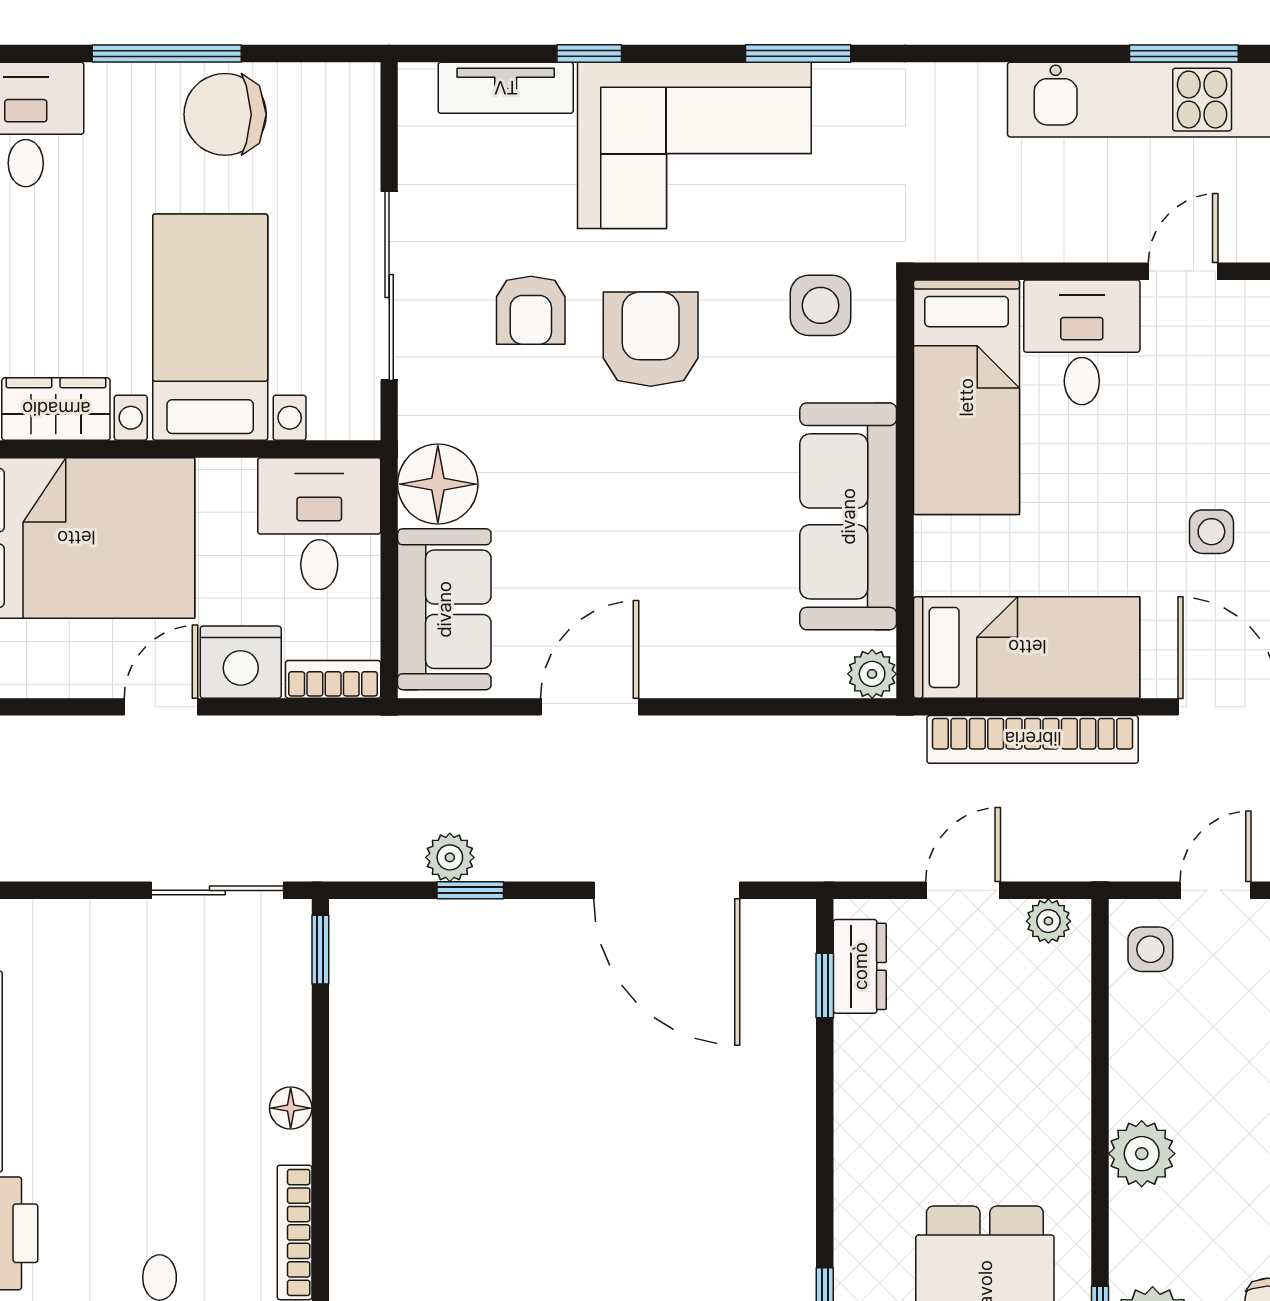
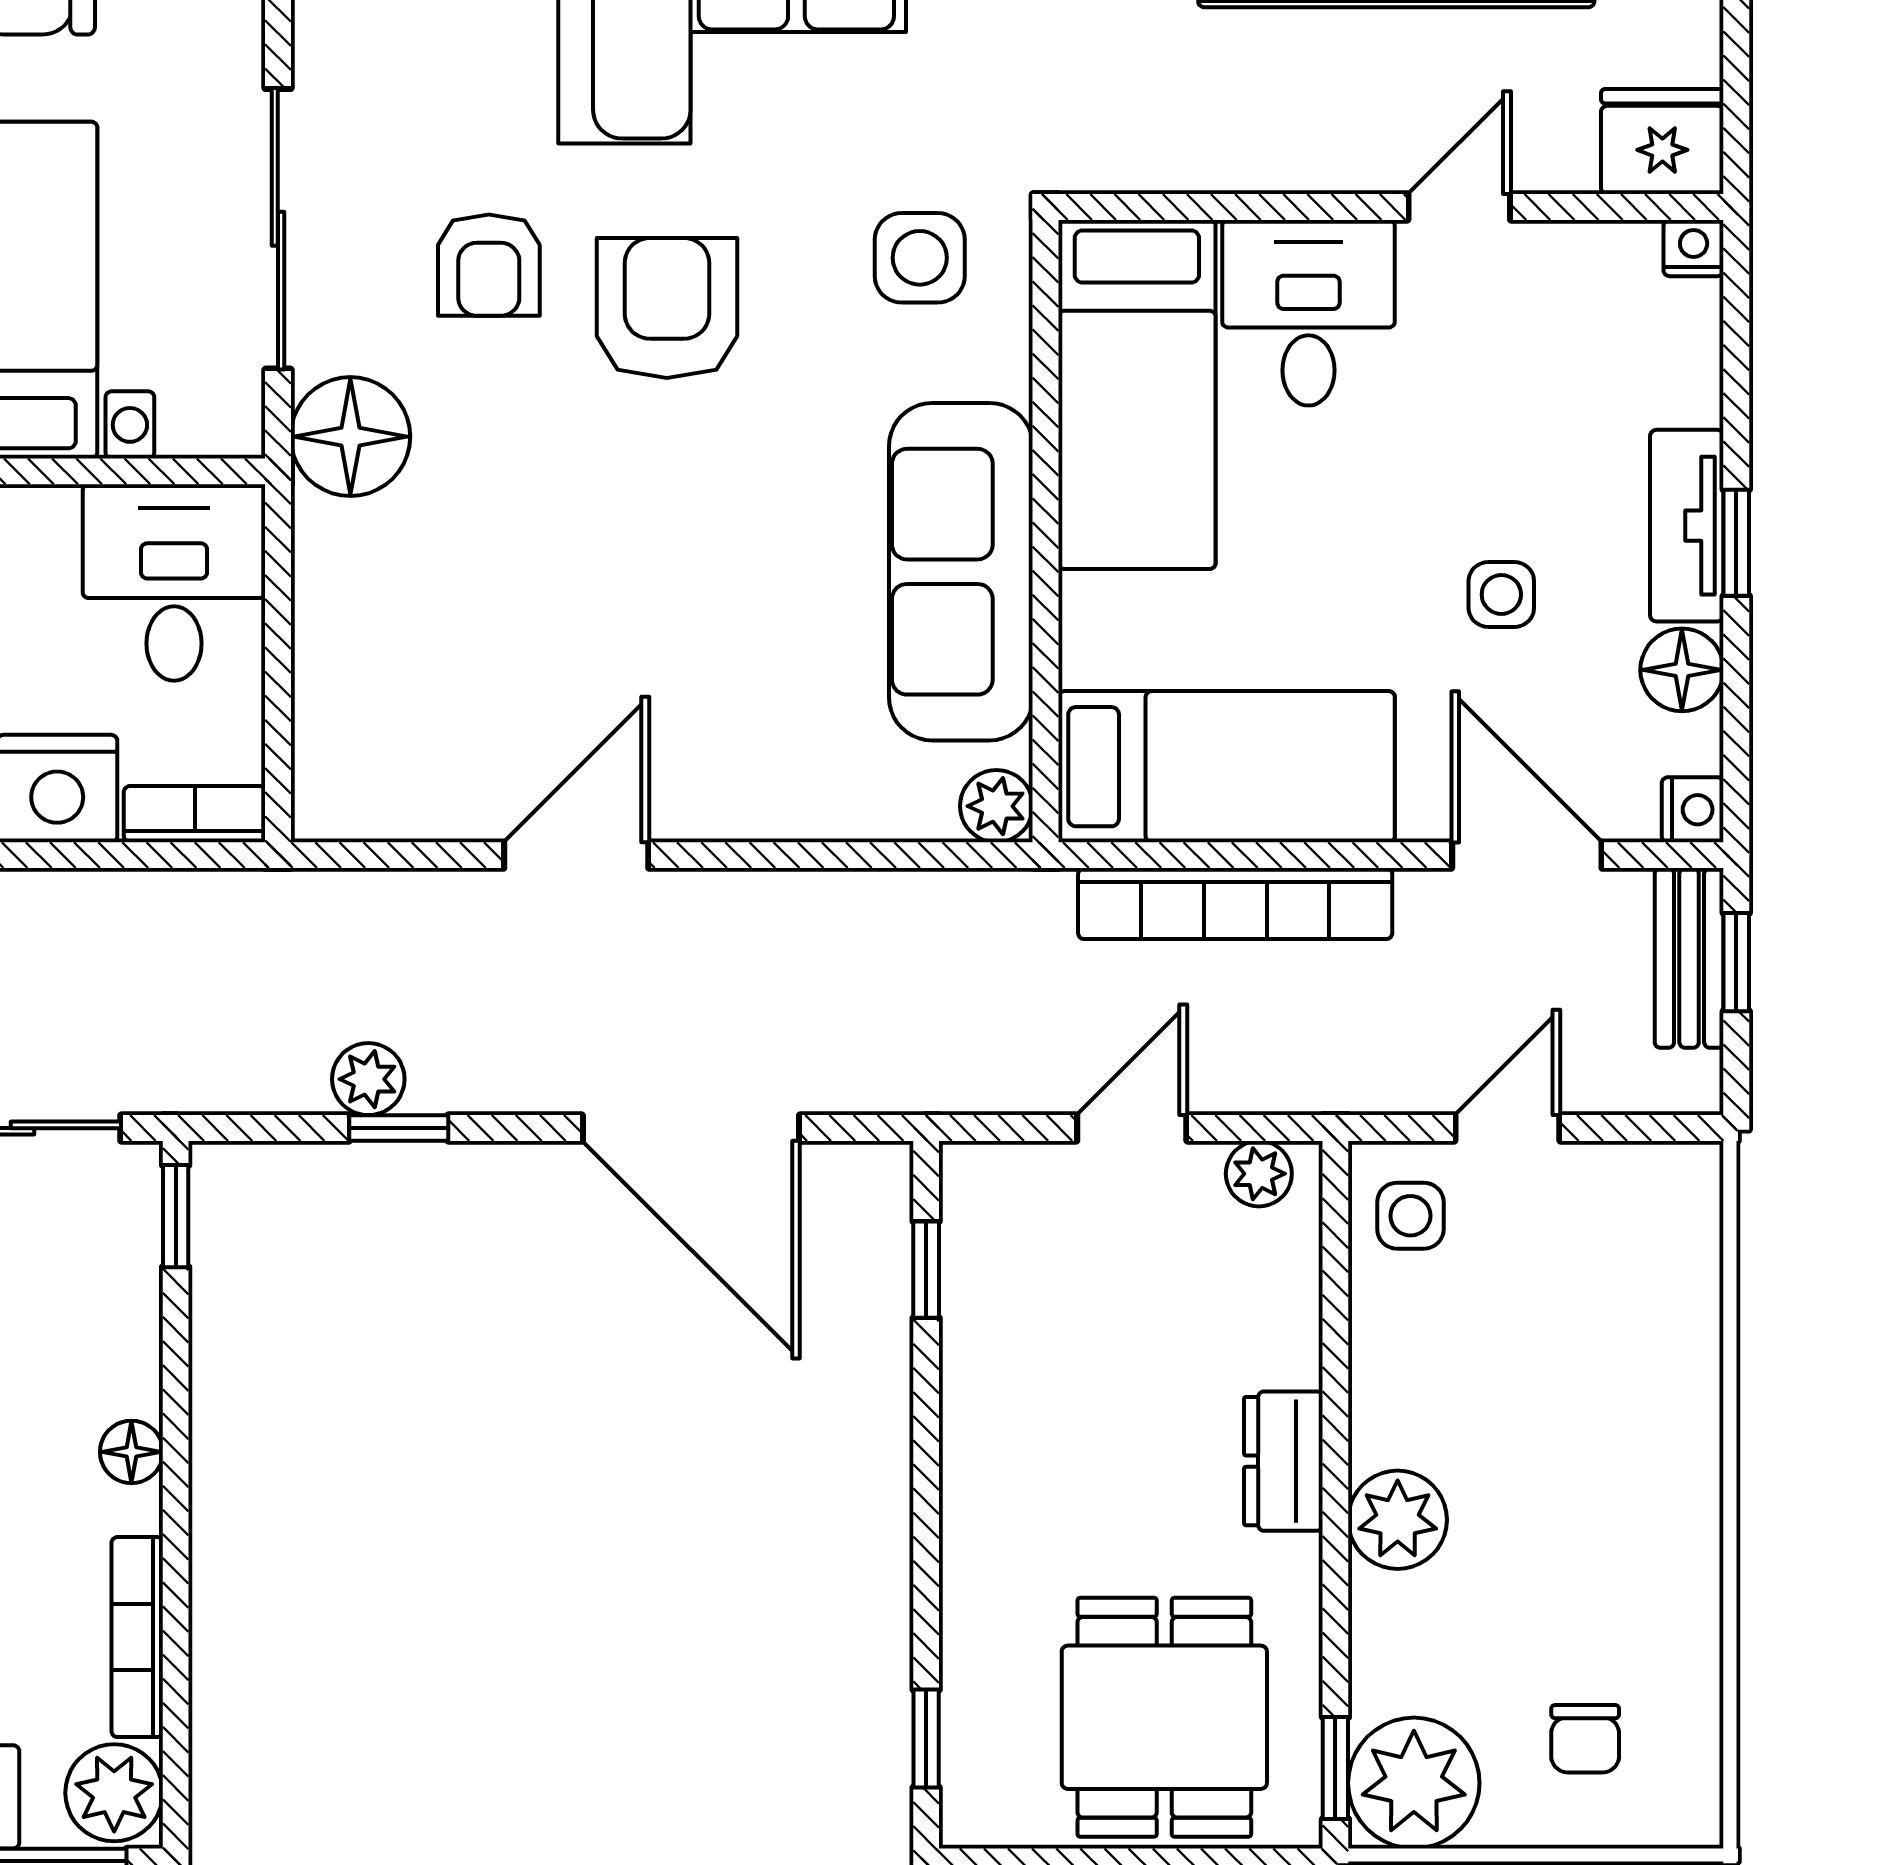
floor lamp: (438, 484) -> (350, 437), moved
sofa: (444, 609) -> (360, 710), removed
dresser: (860, 966) -> (1283, 1461), moved, turned 180

